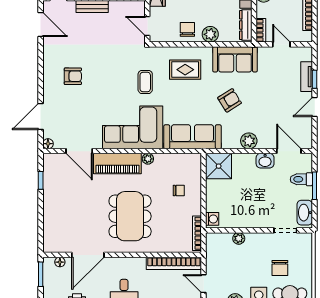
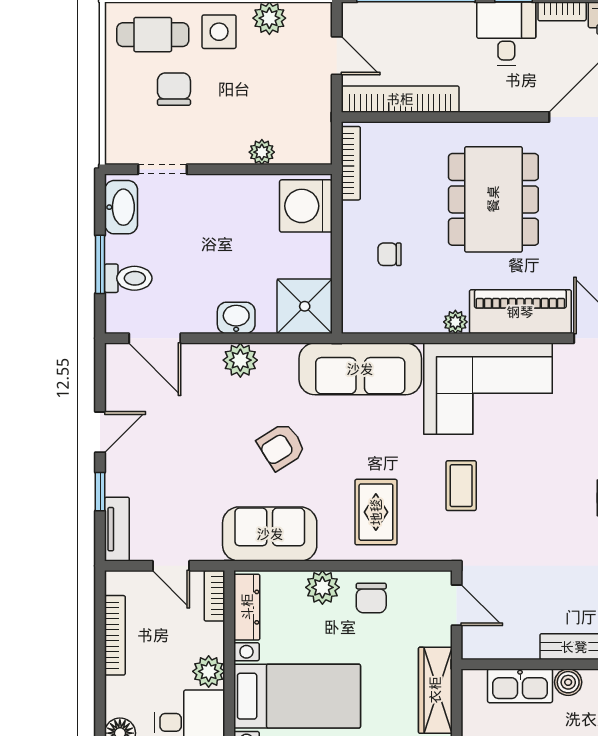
rug: (185, 70) -> (376, 512), turned 90
tv unit: (307, 77) -> (117, 529), moved
washbasin: (265, 161) -> (236, 318), moved
washing machine: (212, 219) -> (306, 206), width x1.89, depth x1.89

